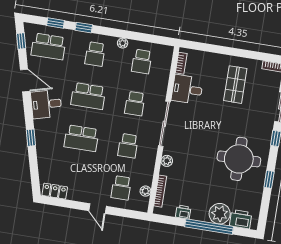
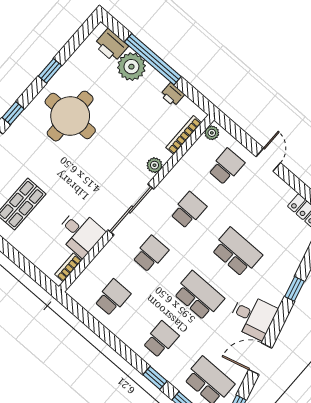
plant: (123, 43) -> (121, 332), removed
door: (25, 80) -> (260, 359), hinge flipped
plant: (145, 191) -> (212, 133), moved

